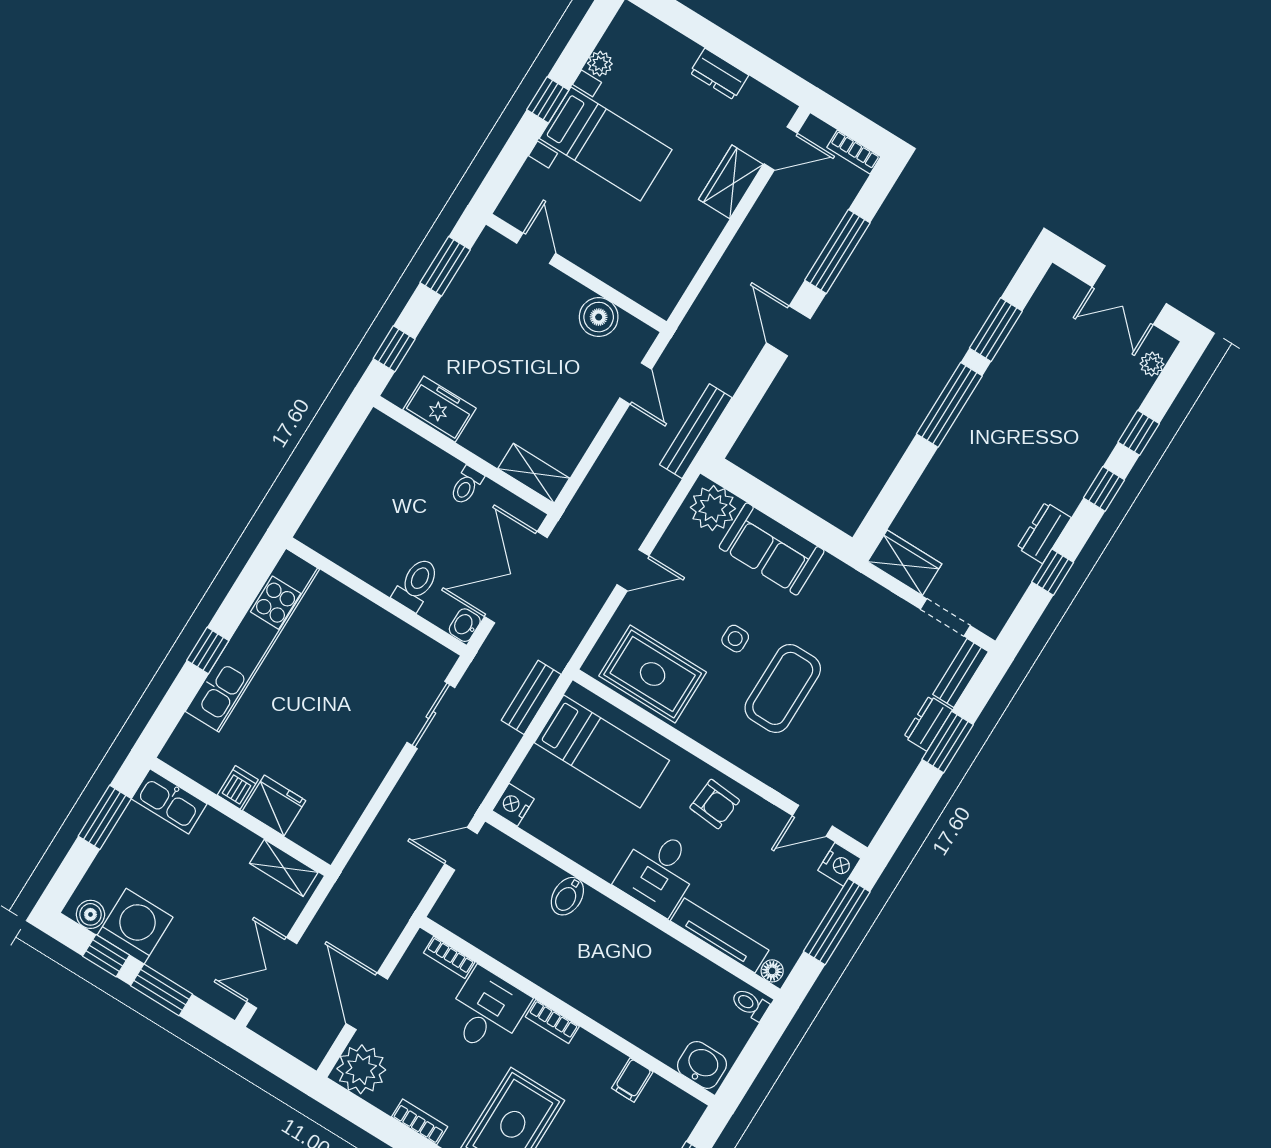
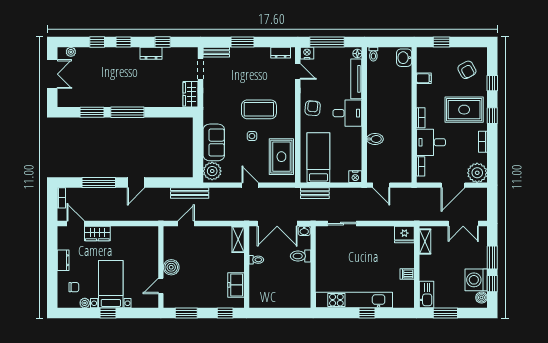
chair: (648, 61) -> (74, 287), added
boiler: (599, 317) -> (171, 267), moved
dresser: (928, 723) -> (281, 53), moved
fridge: (274, 806) -> (404, 234), moved, turned -90

